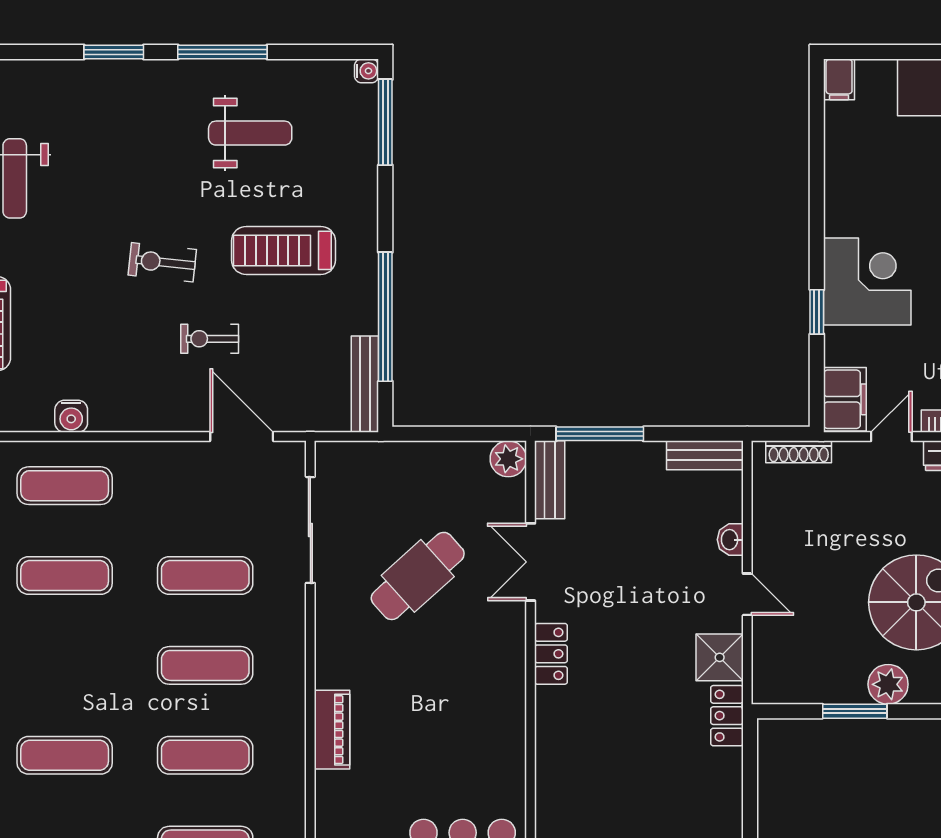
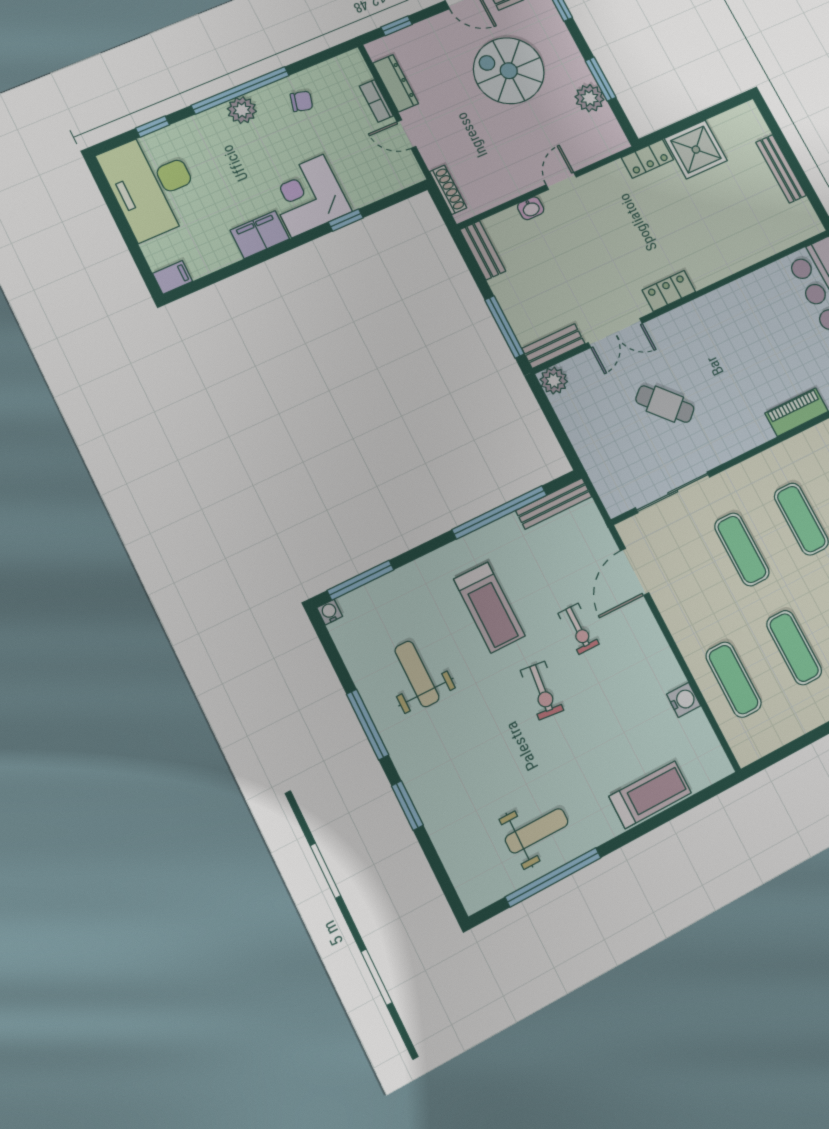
filing cabinet: (845, 399) -> (260, 235), moved
cafe table: (418, 576) -> (665, 404), width x0.73, depth x0.74
shower: (720, 657) -> (696, 150), moved, width x1.36, depth x1.36
plant: (888, 684) -> (589, 98), moved

